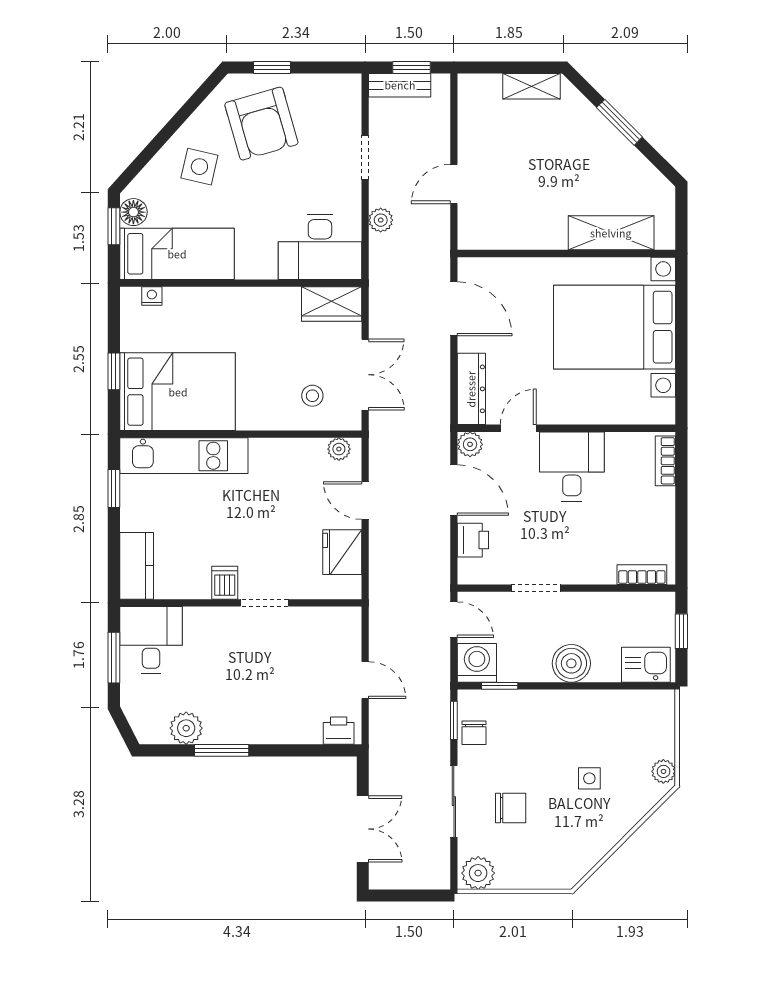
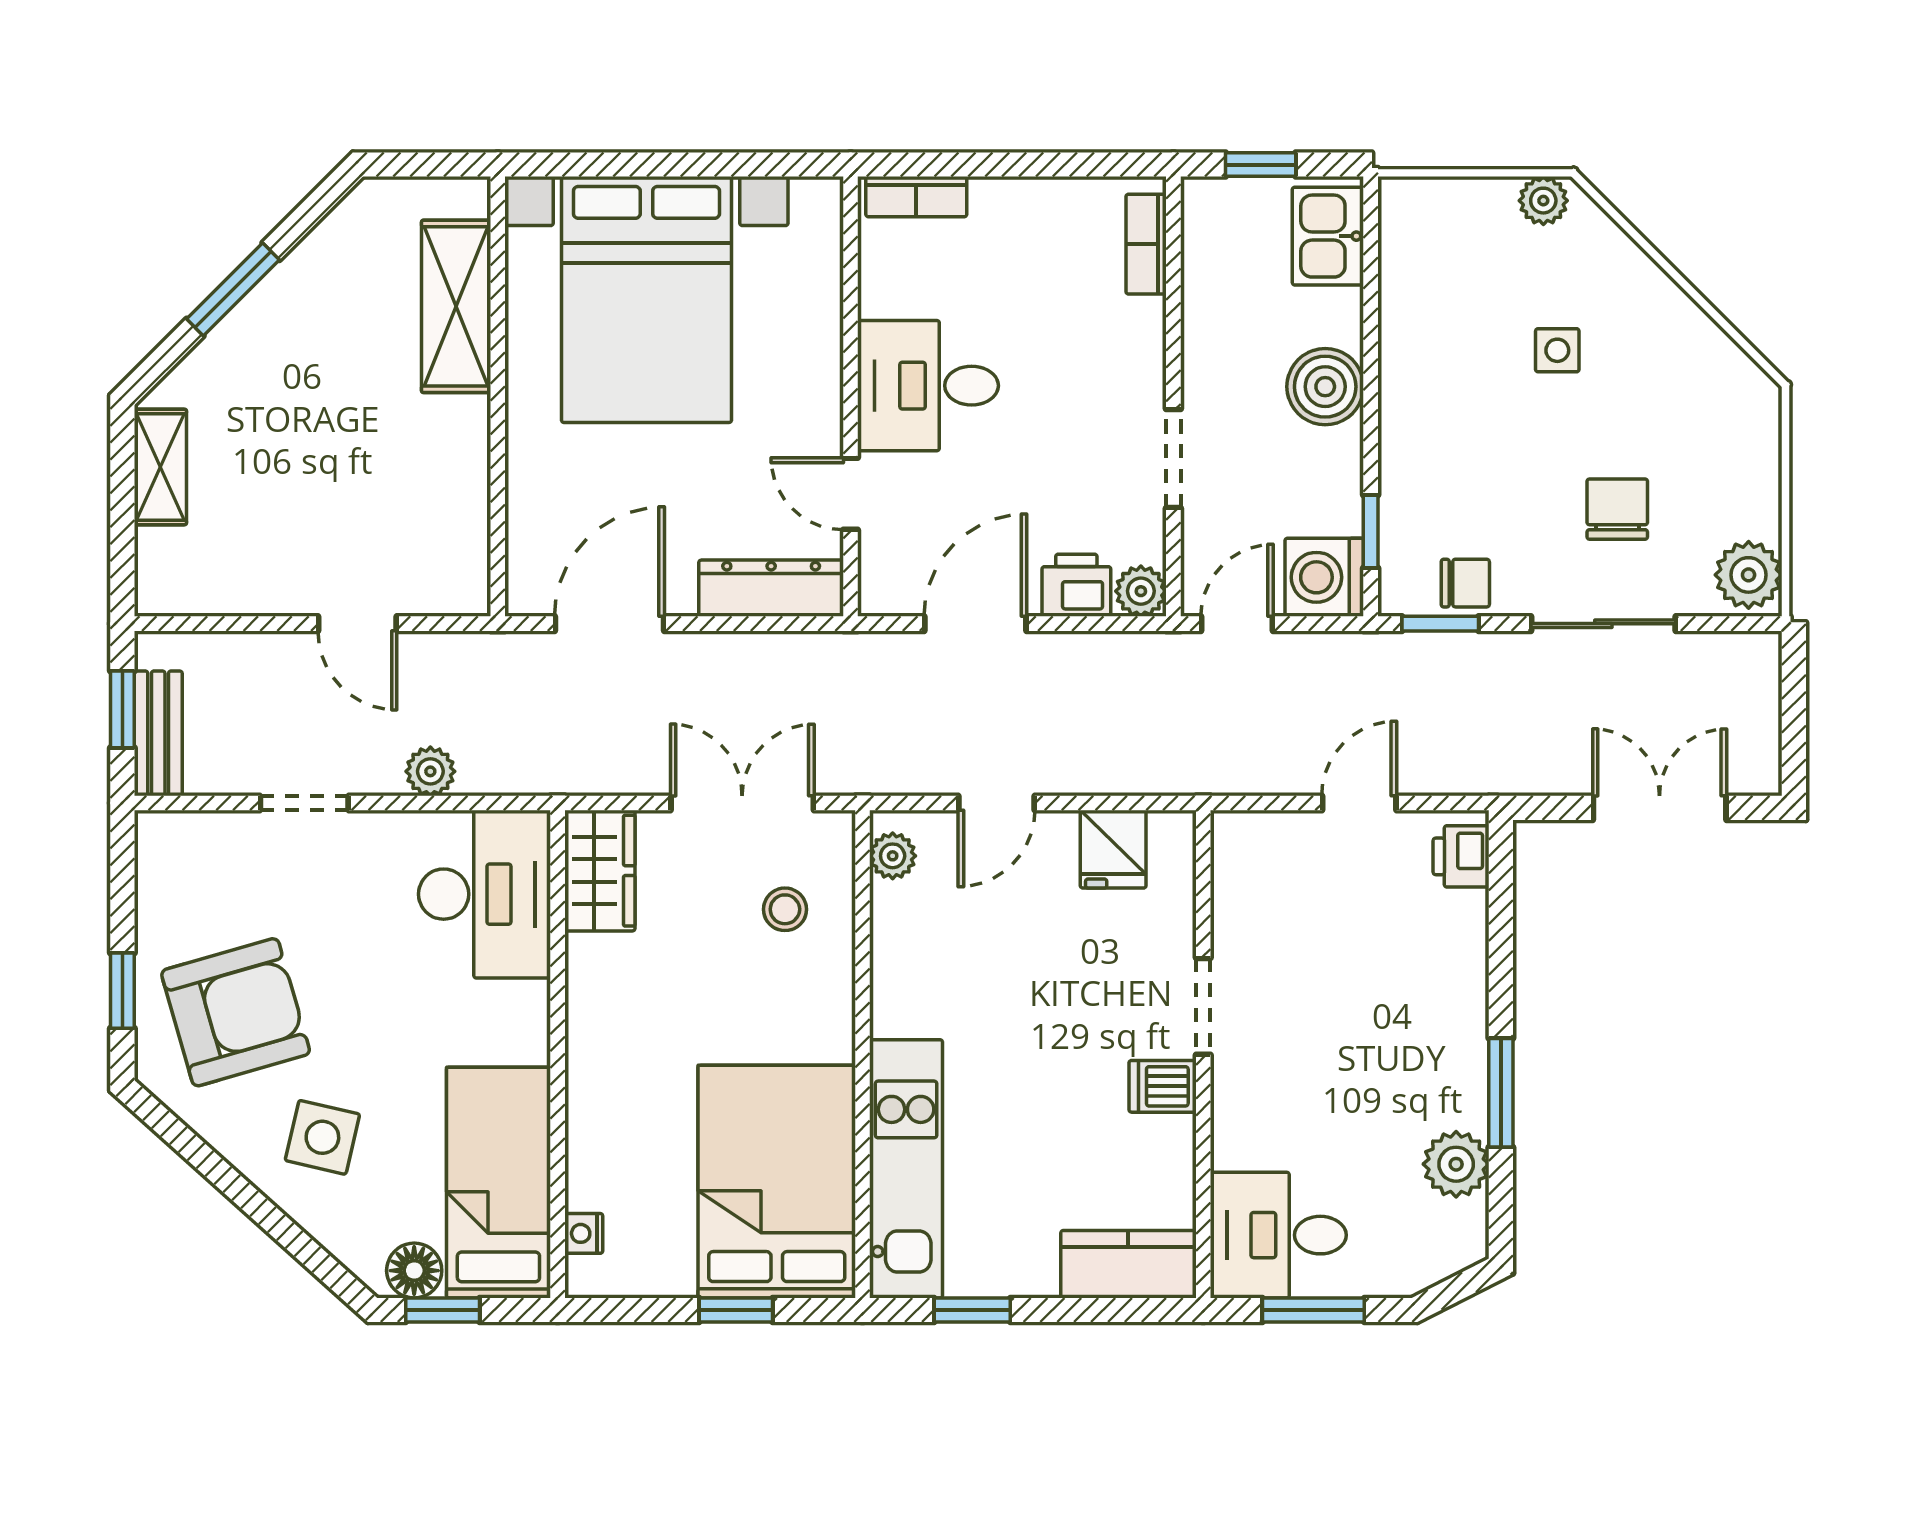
plant: (470, 444) -> (1141, 591), moved
fridge: (342, 552) -> (1113, 849), width x0.72

